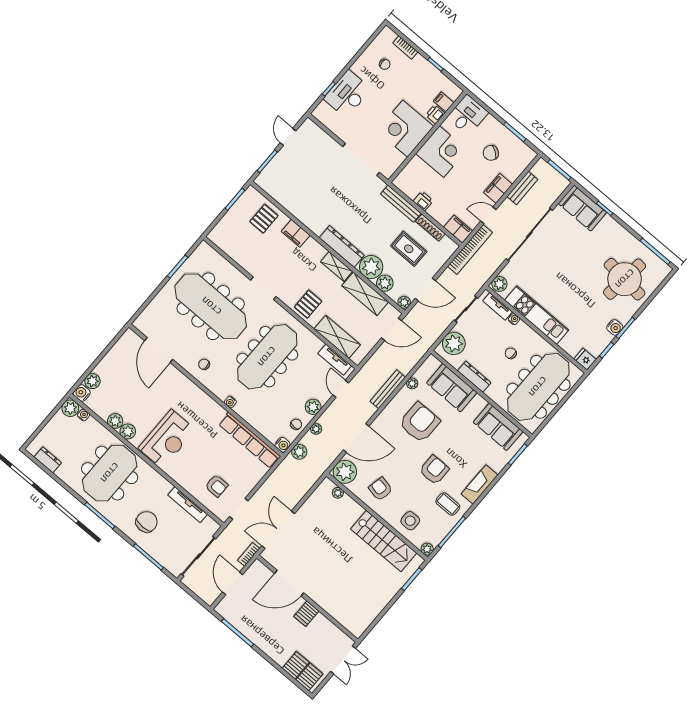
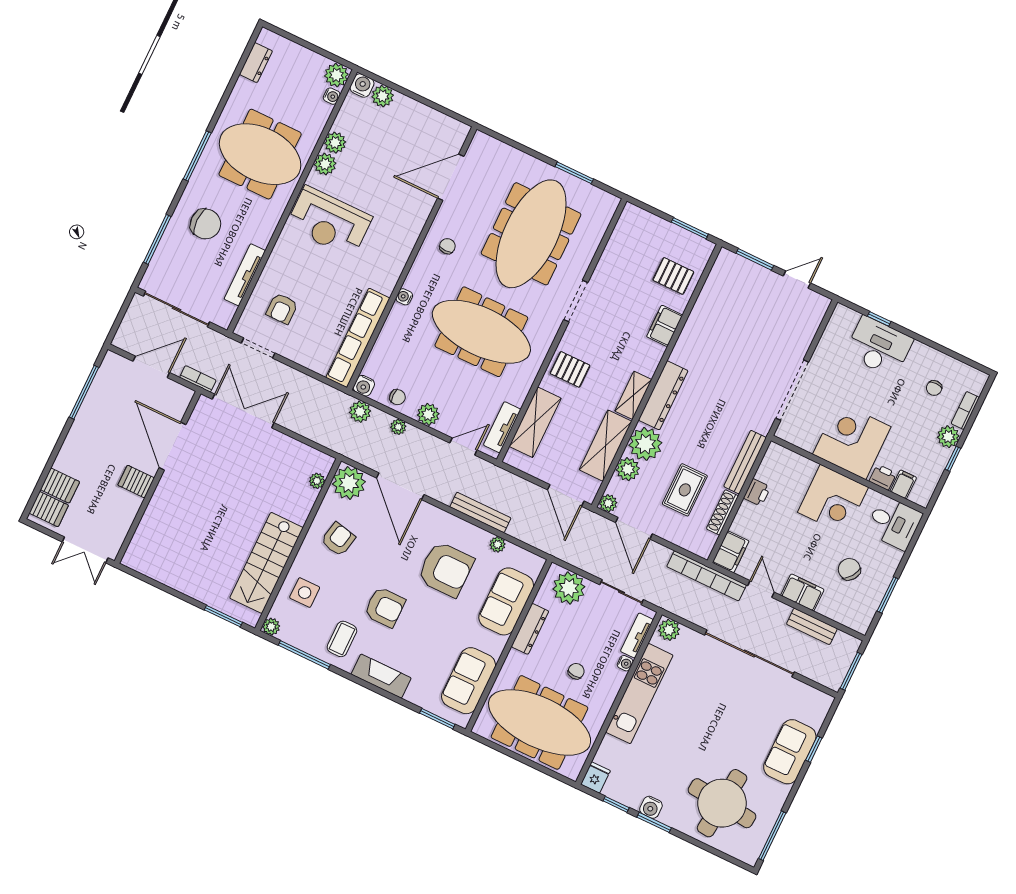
plant: (420, 63) -> (948, 437), added
sofa: (582, 208) -> (790, 752), moved

